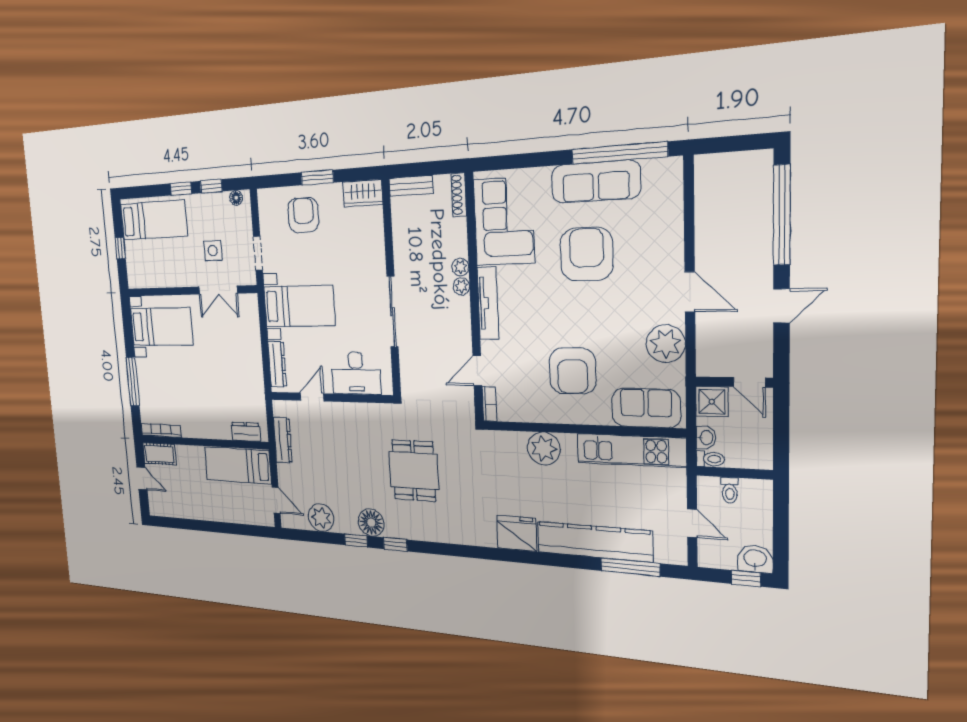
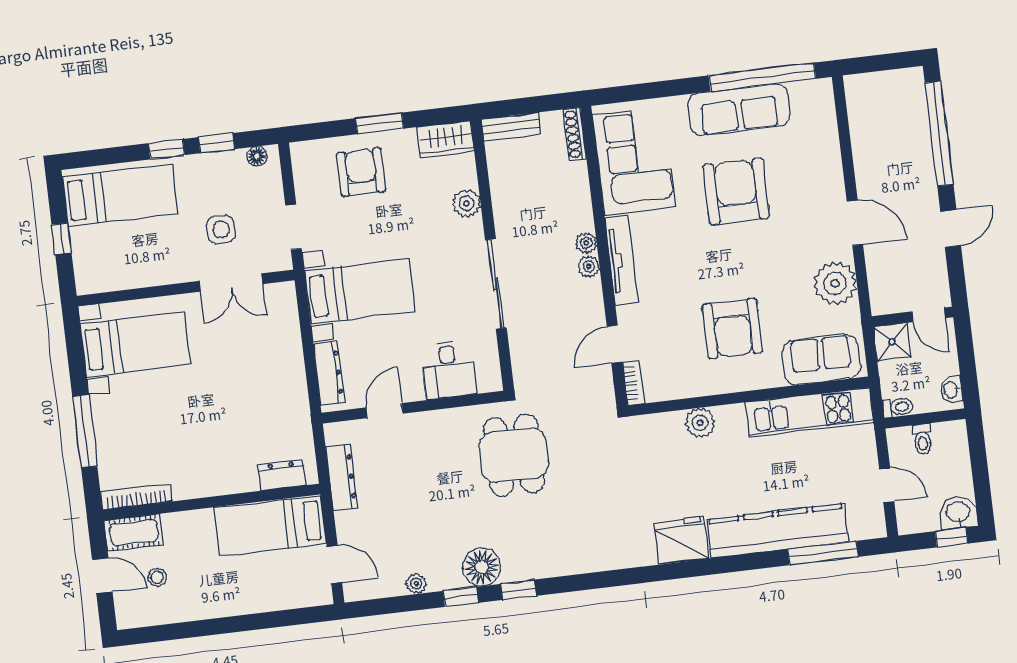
plant: (375, 246) -> (467, 203), added
plant: (460, 267) -> (589, 266), moved
desk: (356, 373) -> (449, 370), width x0.73
washbasin: (706, 438) -> (951, 390), moved, turned 180
plant: (544, 449) -> (700, 423), width x0.73, depth x0.73
dining table: (414, 471) -> (514, 455), moved
stool: (172, 486) -> (157, 577), added
plant: (321, 518) -> (416, 584), width x0.53, depth x0.53

